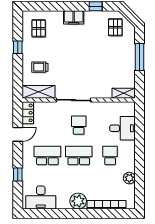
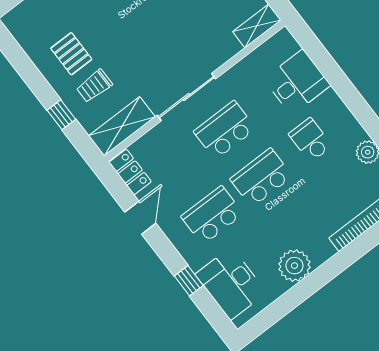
pallet: (39, 28) -> (71, 54), moved
window: (18, 47) -> (61, 115), moved
school desk: (79, 125) -> (225, 130), width x1.85
desk: (41, 197) -> (231, 283), moved, turned 90
plant: (78, 201) -> (294, 266), moved

